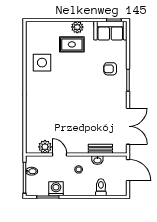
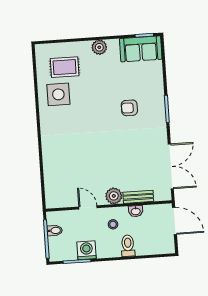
rug: (72, 44) -> (65, 67), moved
armchair: (110, 69) -> (129, 108), moved
plant: (45, 147) -> (114, 196), moved
toilet: (101, 187) -> (128, 246), moved

